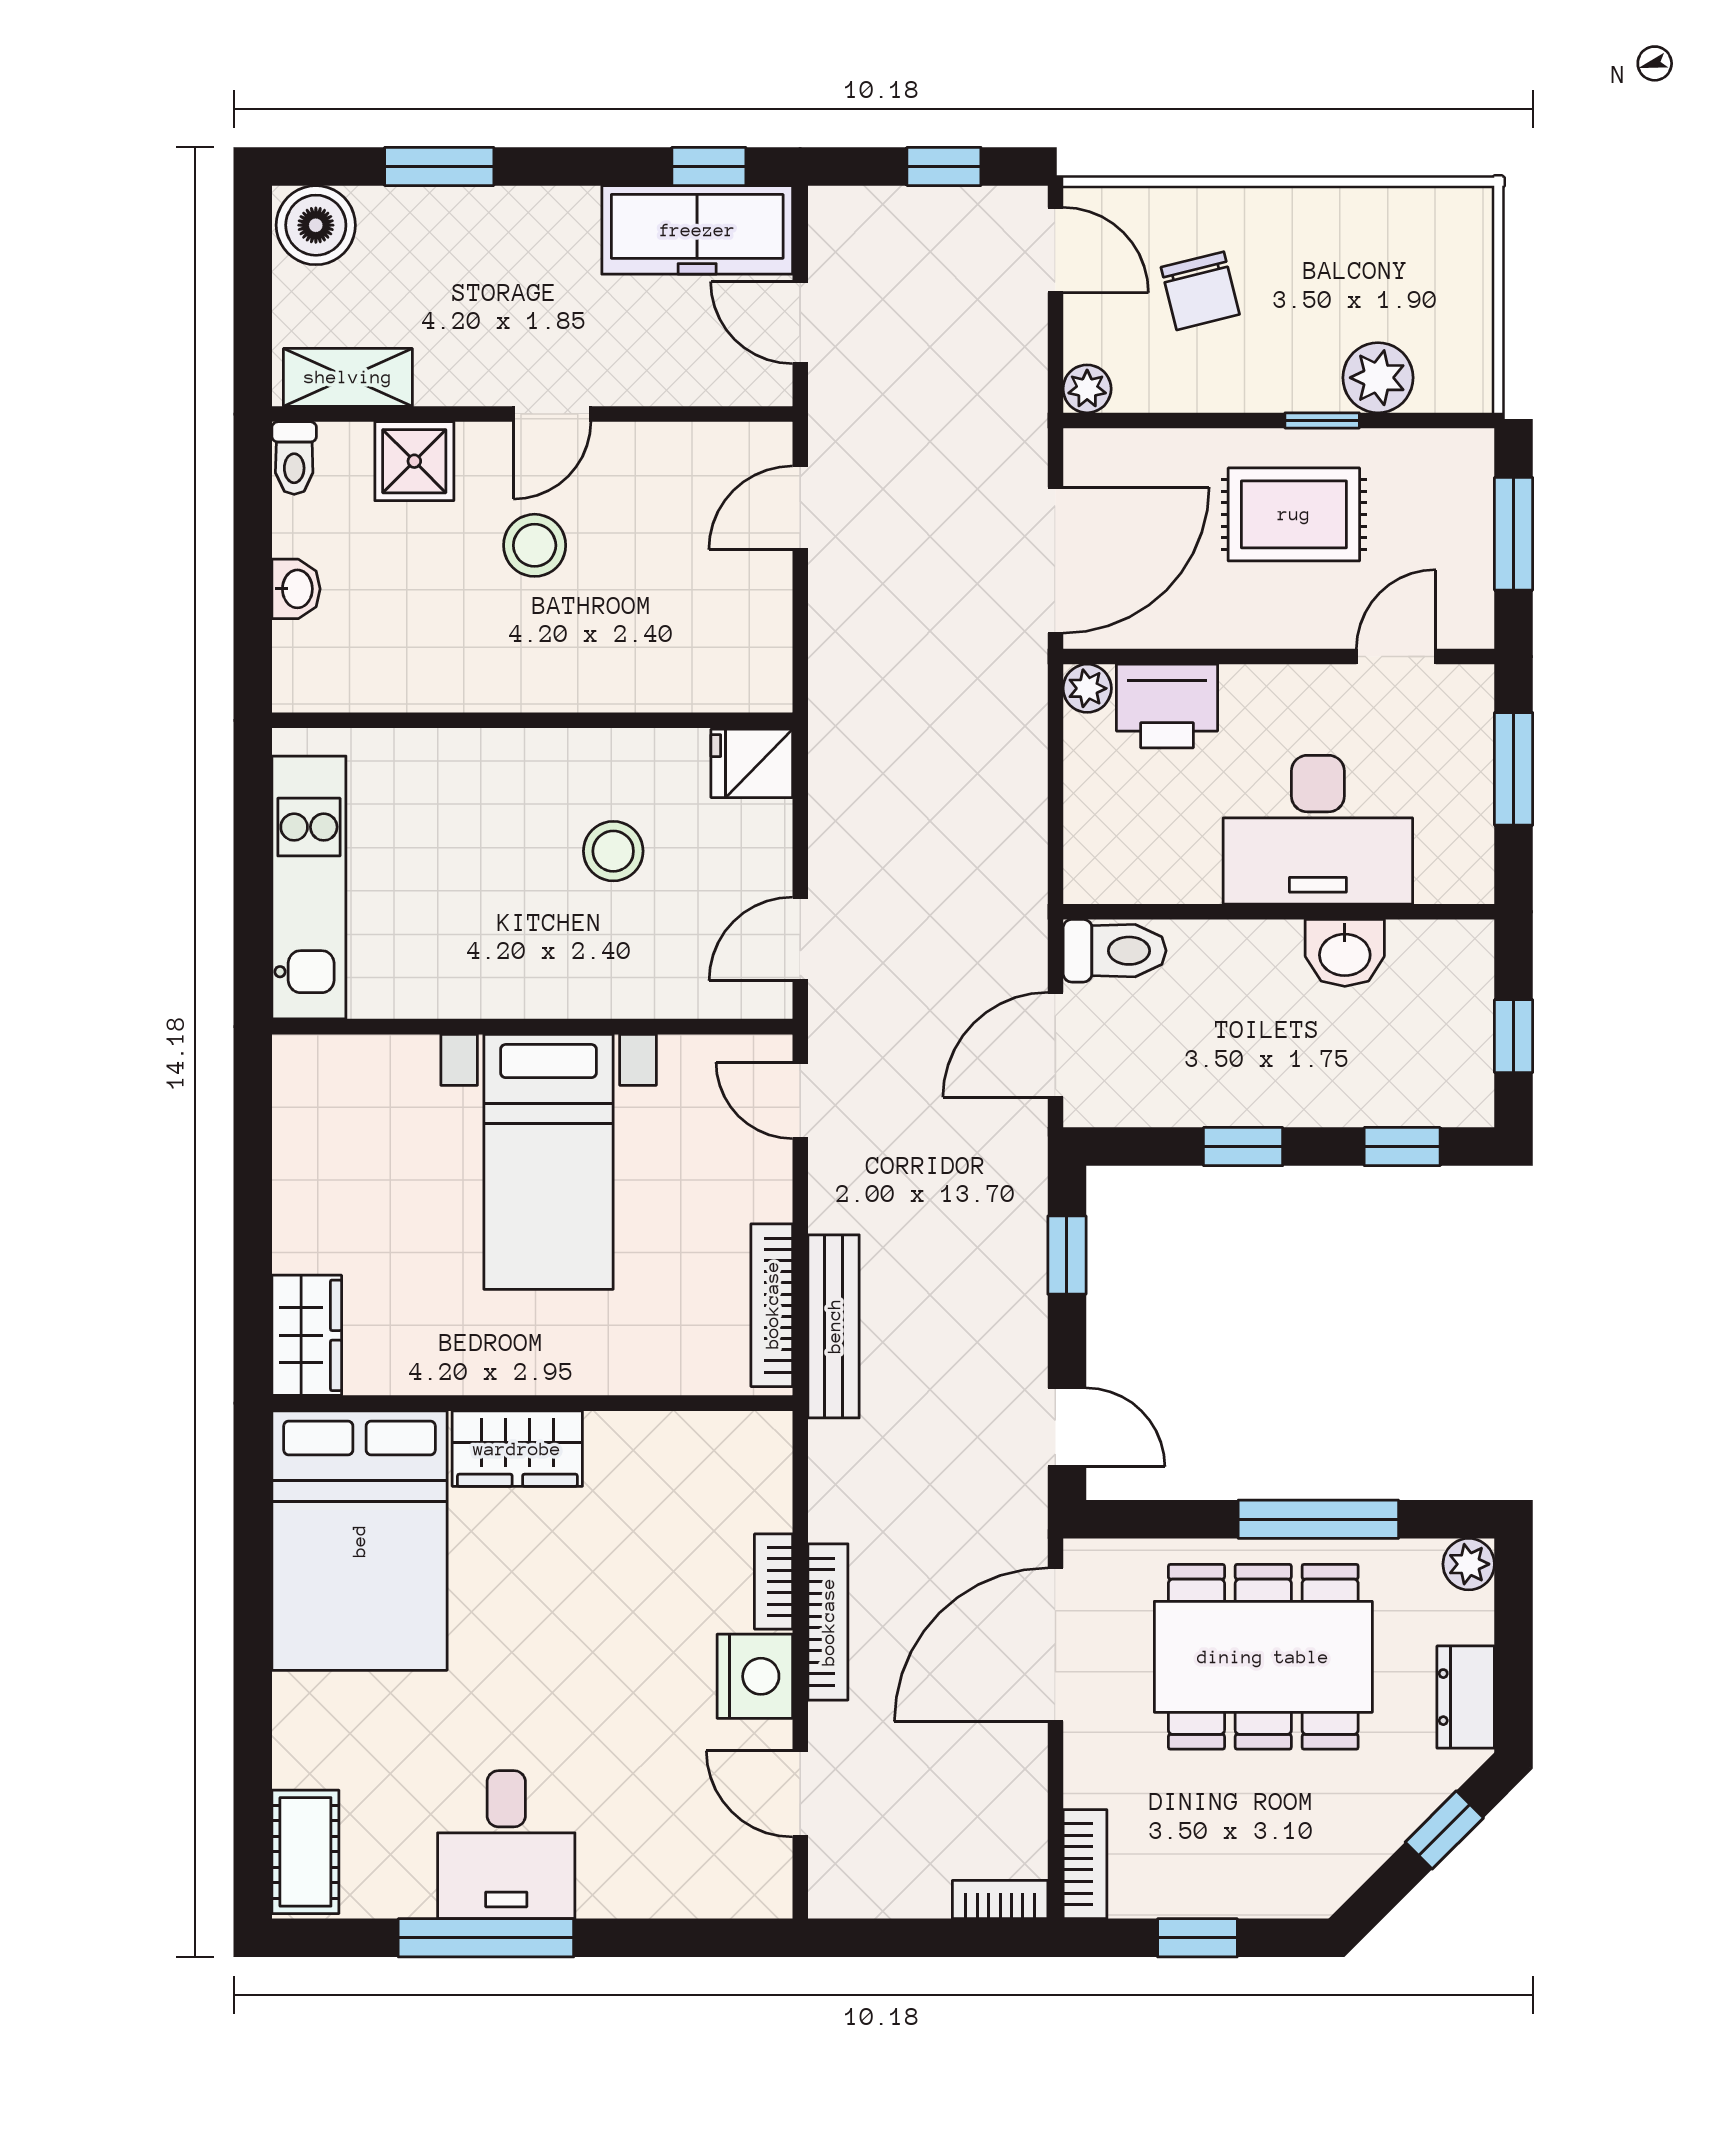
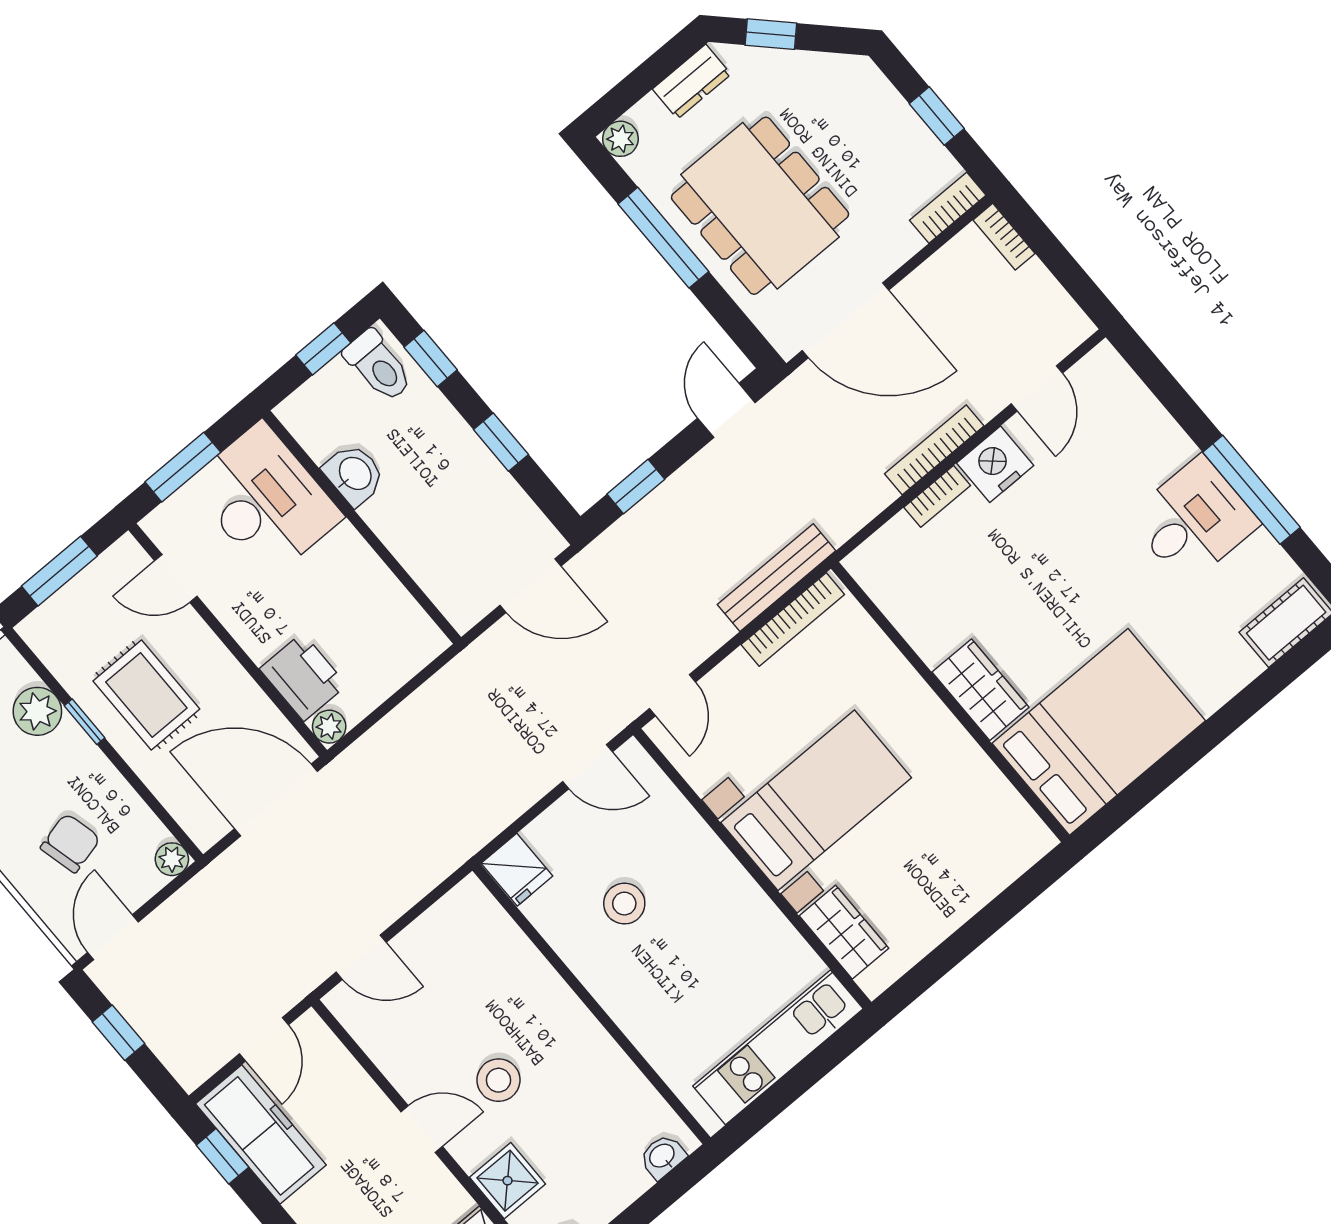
washbasin: (296, 589) -> (662, 1156), moved
desk: (1318, 830) -> (265, 500), moved
toilet: (1115, 951) -> (378, 366), moved, turned 180
wardrobe: (307, 1335) -> (844, 932), moved, turned 90

